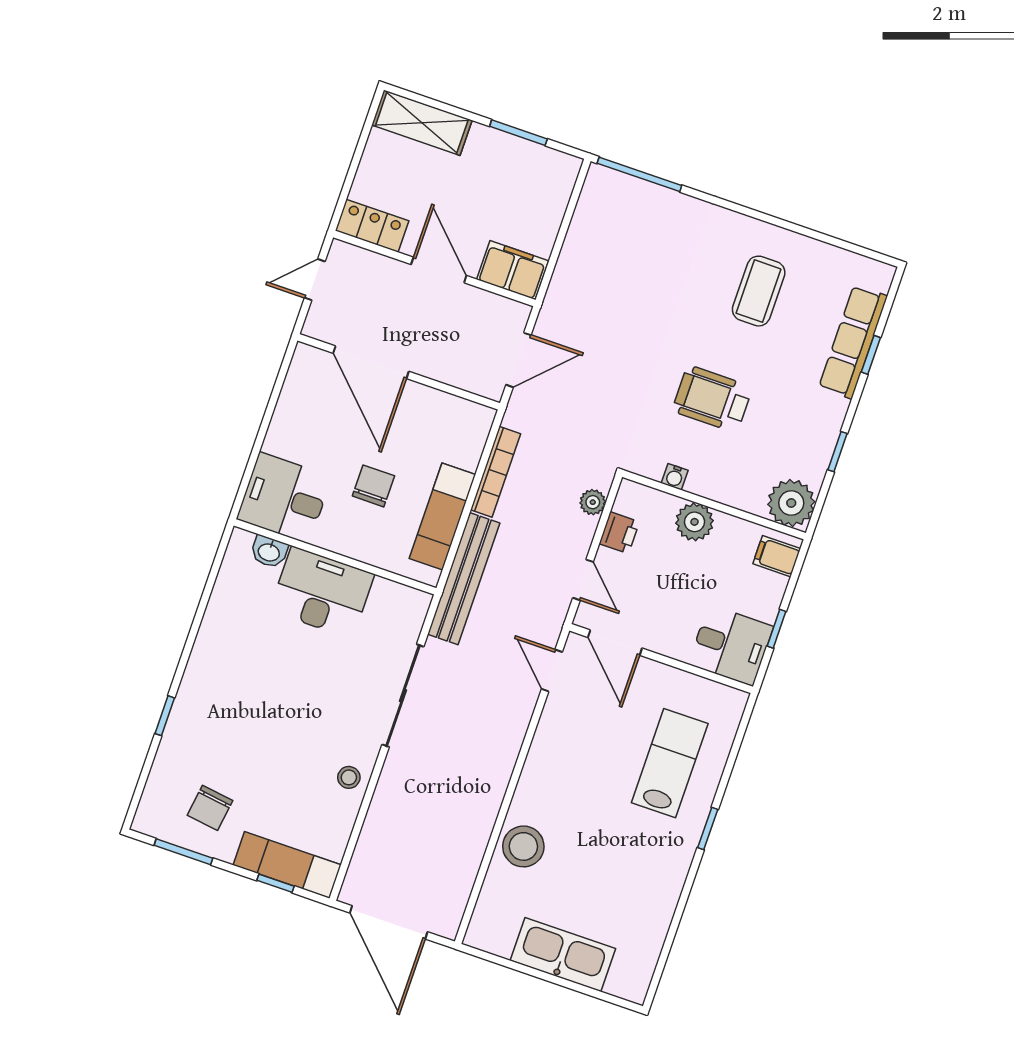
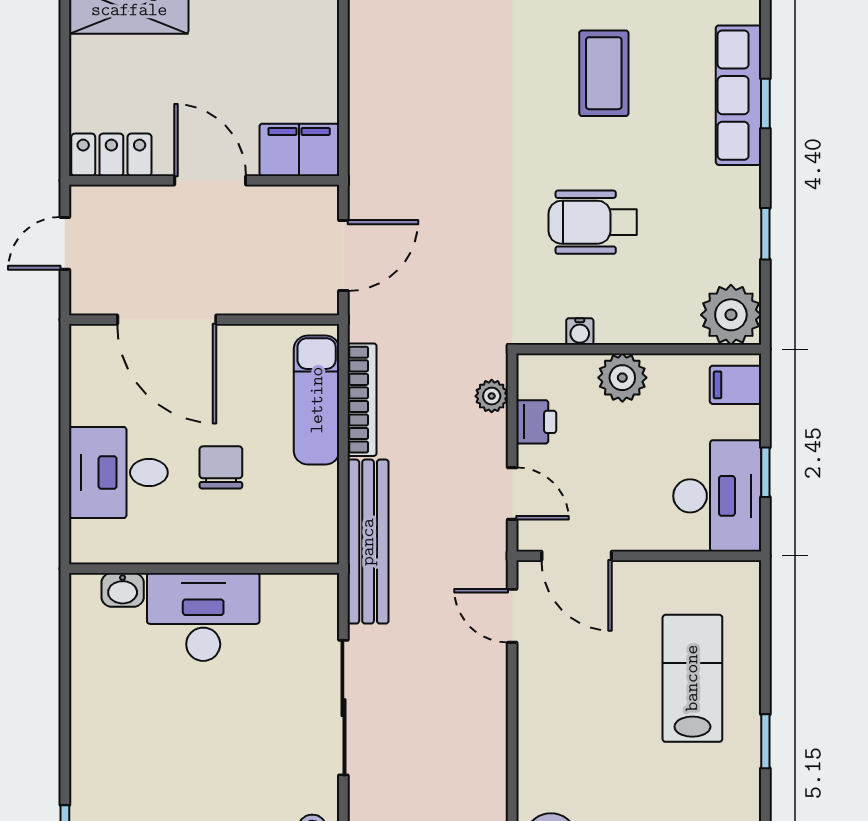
desk: (284, 498) -> (118, 473), moved
exam couch: (442, 517) -> (317, 400), moved
desk: (731, 645) -> (717, 496), width x1.37

